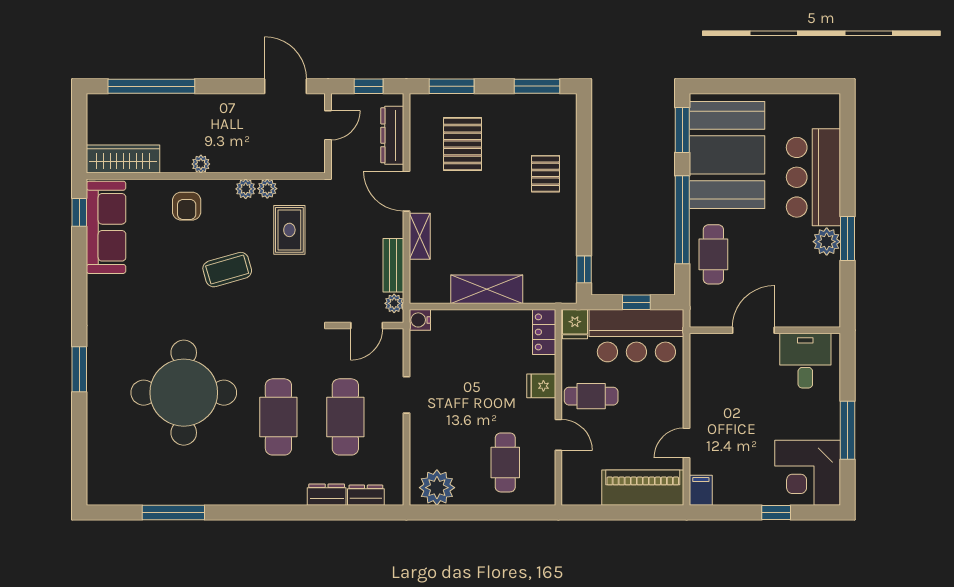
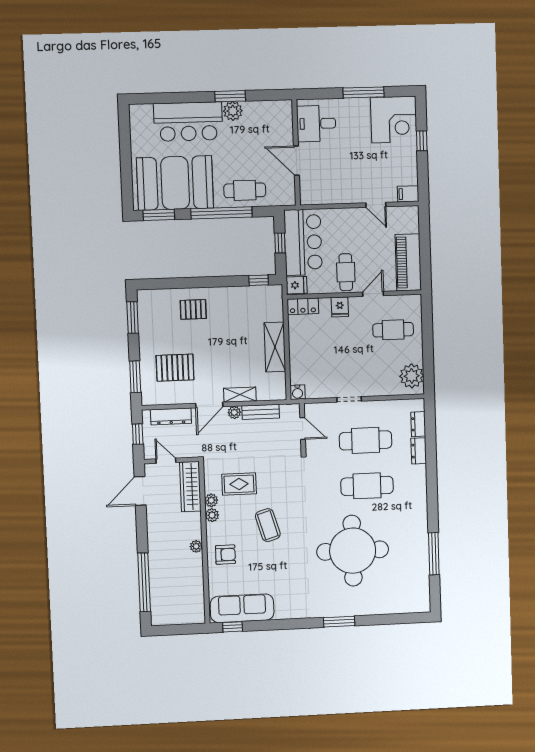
wardrobe: (123, 159) -> (190, 487), moved
plant: (394, 303) -> (234, 412), moved
piano: (643, 488) -> (408, 262), moved

